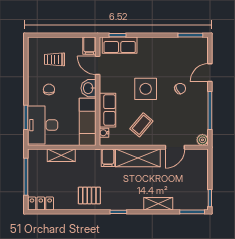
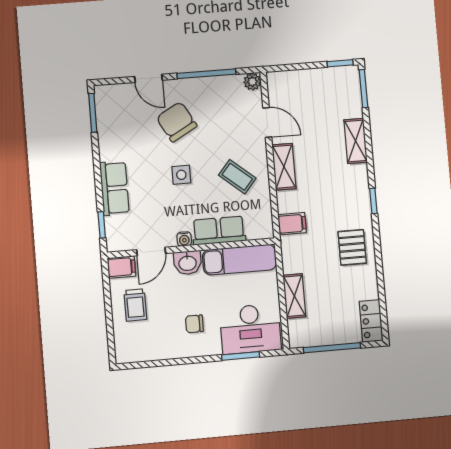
row of seats: (120, 45) -> (114, 188), moved
trolley: (54, 59) -> (135, 305), moved
side table: (146, 89) -> (181, 175), width x0.54, depth x0.54
chair: (180, 89) -> (177, 122), width x1.87, depth x1.87
water cooler: (104, 133) -> (184, 239), moved
shelving: (138, 158) -> (284, 167), width x0.67, depth x0.75

